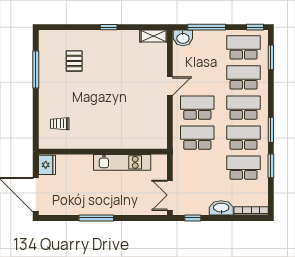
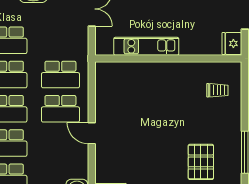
pallet: (74, 61) -> (201, 162), width x1.50, depth x1.42
door: (170, 86) -> (92, 133), hinge flipped

